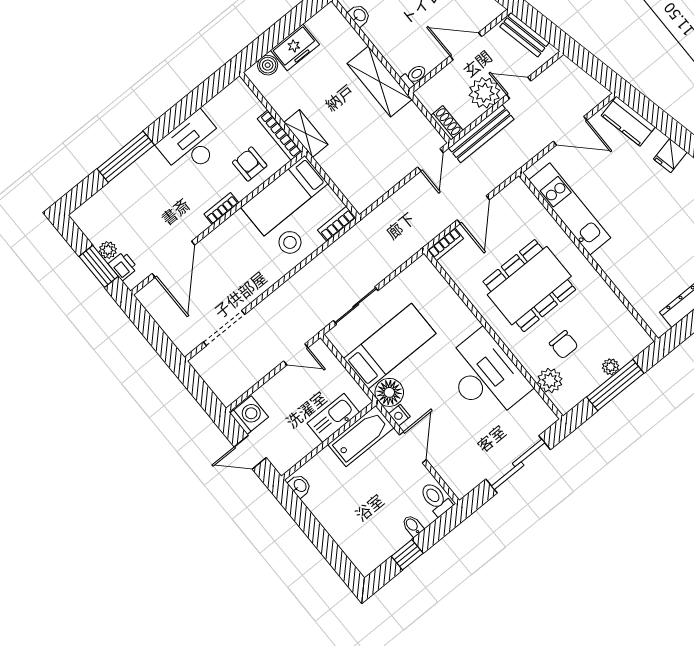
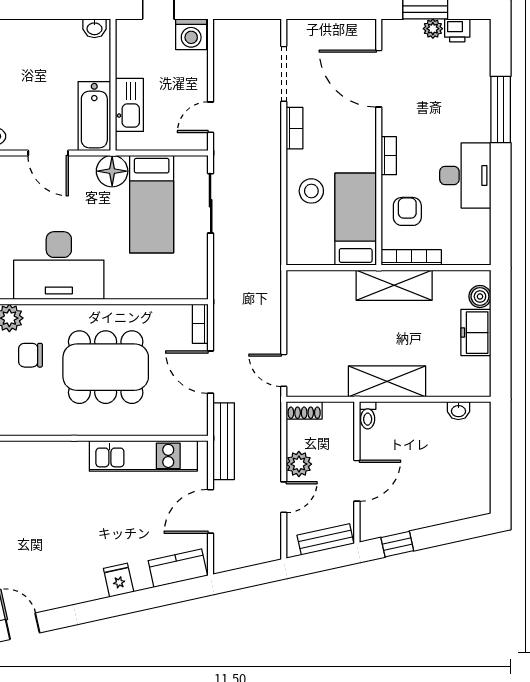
plant: (484, 93) -> (299, 464), width x0.73, depth x0.73
shelving: (306, 133) -> (394, 285), width x1.50, depth x1.33
bench: (481, 134) -> (224, 441), moved
armchair: (250, 164) -> (407, 211), turned -90
bookcase: (337, 224) -> (294, 128), moved
printer: (123, 266) -> (457, 30), moved
dining table: (529, 286) -> (106, 367), turned 90
nightstand: (399, 415) -> (85, 164), removed

